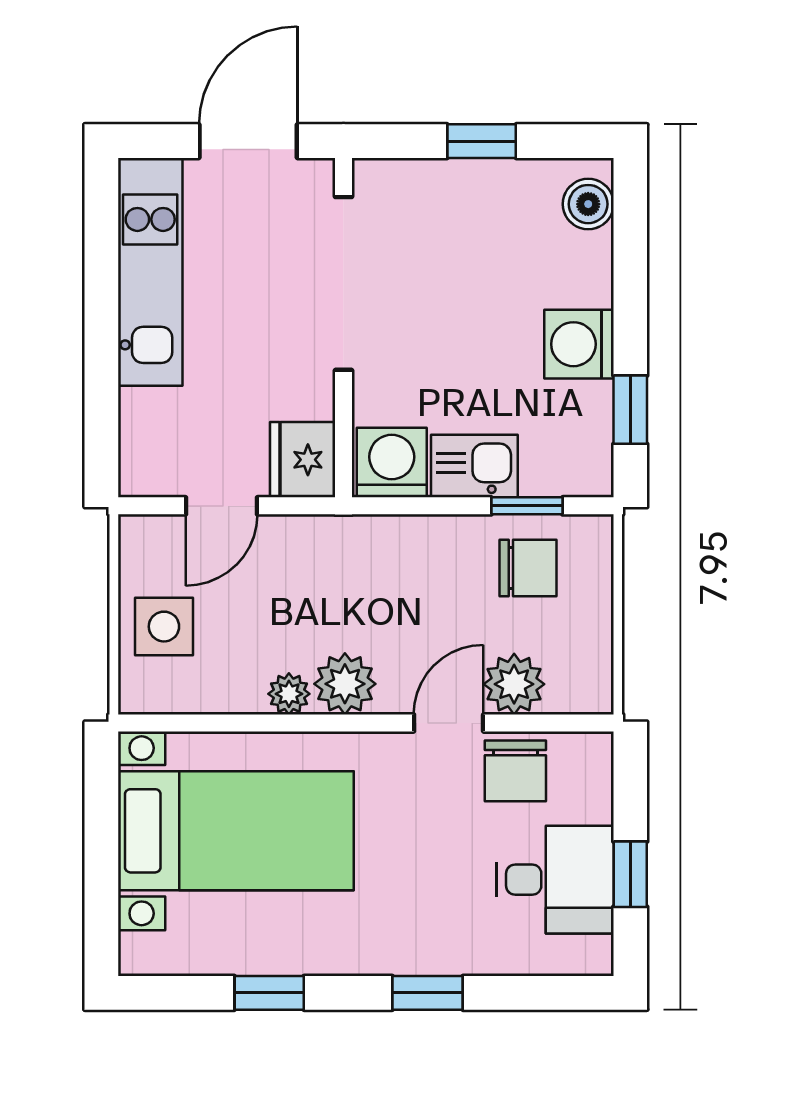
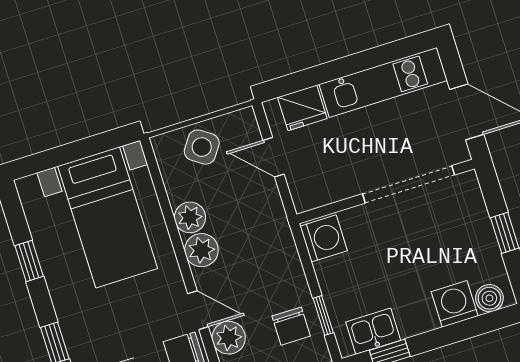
washing machine: (579, 344) -> (455, 304), moved
fridge: (303, 460) -> (302, 108), moved, turned 180
kitchen sink: (474, 466) -> (373, 331), moved, turned -90
side table: (164, 627) -> (202, 147), turned 35
plant: (289, 694) -> (190, 217), width x1.38, depth x1.38

